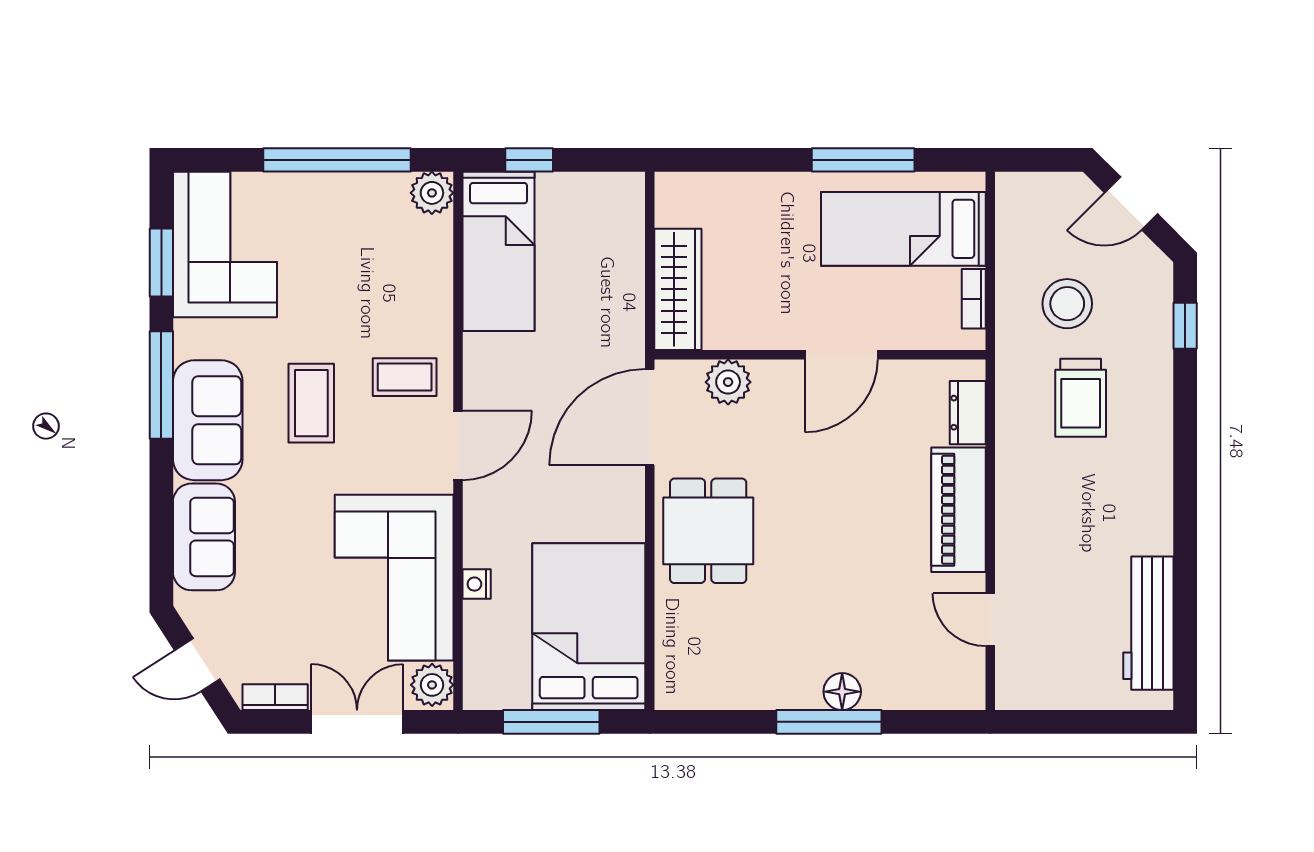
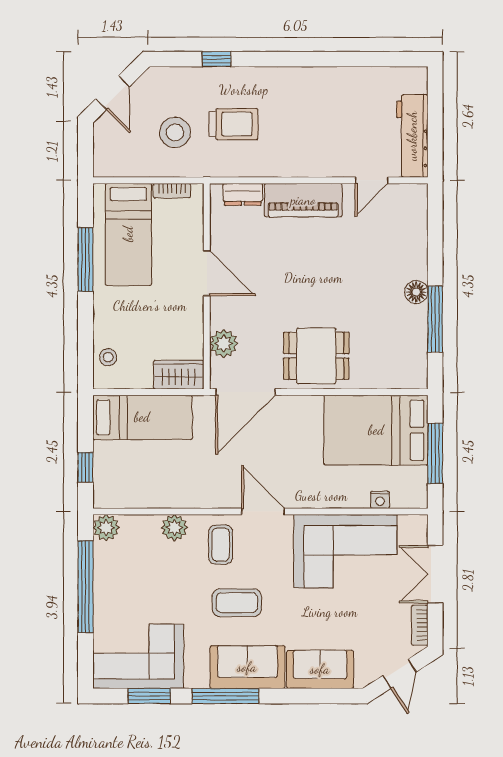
stool: (706, 196) -> (108, 357), added
bed: (499, 251) -> (142, 417), moved
wardrobe: (678, 289) -> (179, 375), width x0.67
window: (1185, 326) -> (217, 59), moved
door: (650, 417) -> (246, 392), hinge flipped
nightstand: (477, 584) -> (380, 500), moved
workbench: (1148, 623) -> (412, 136), moved, turned 90
plant: (432, 685) -> (174, 528), moved
floor lamp: (842, 692) -> (416, 292), moved
window: (829, 722) -> (435, 319), moved

